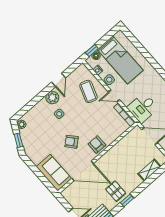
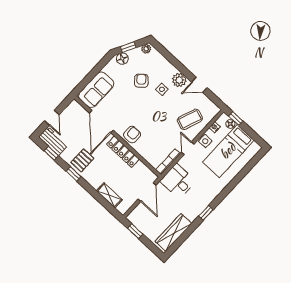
armchair: (71, 142) -> (141, 81), moved
floor lamp: (28, 147) -> (122, 59), added
locker: (111, 154) -> (123, 152), added

